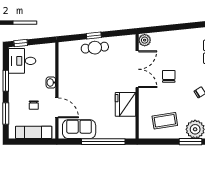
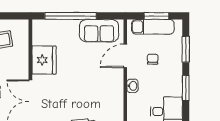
door: (57, 108) -> (125, 56), hinge flipped
window: (31, 142) -> (156, 16), added

